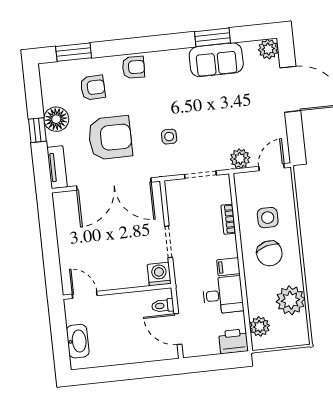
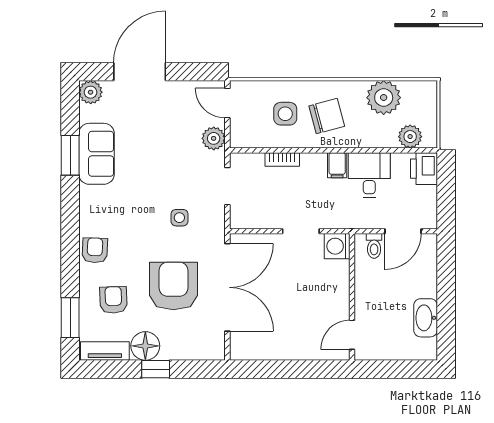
tv unit: (57, 167) -> (105, 351), moved
washbasin: (78, 341) -> (426, 318), moved, turned -90

